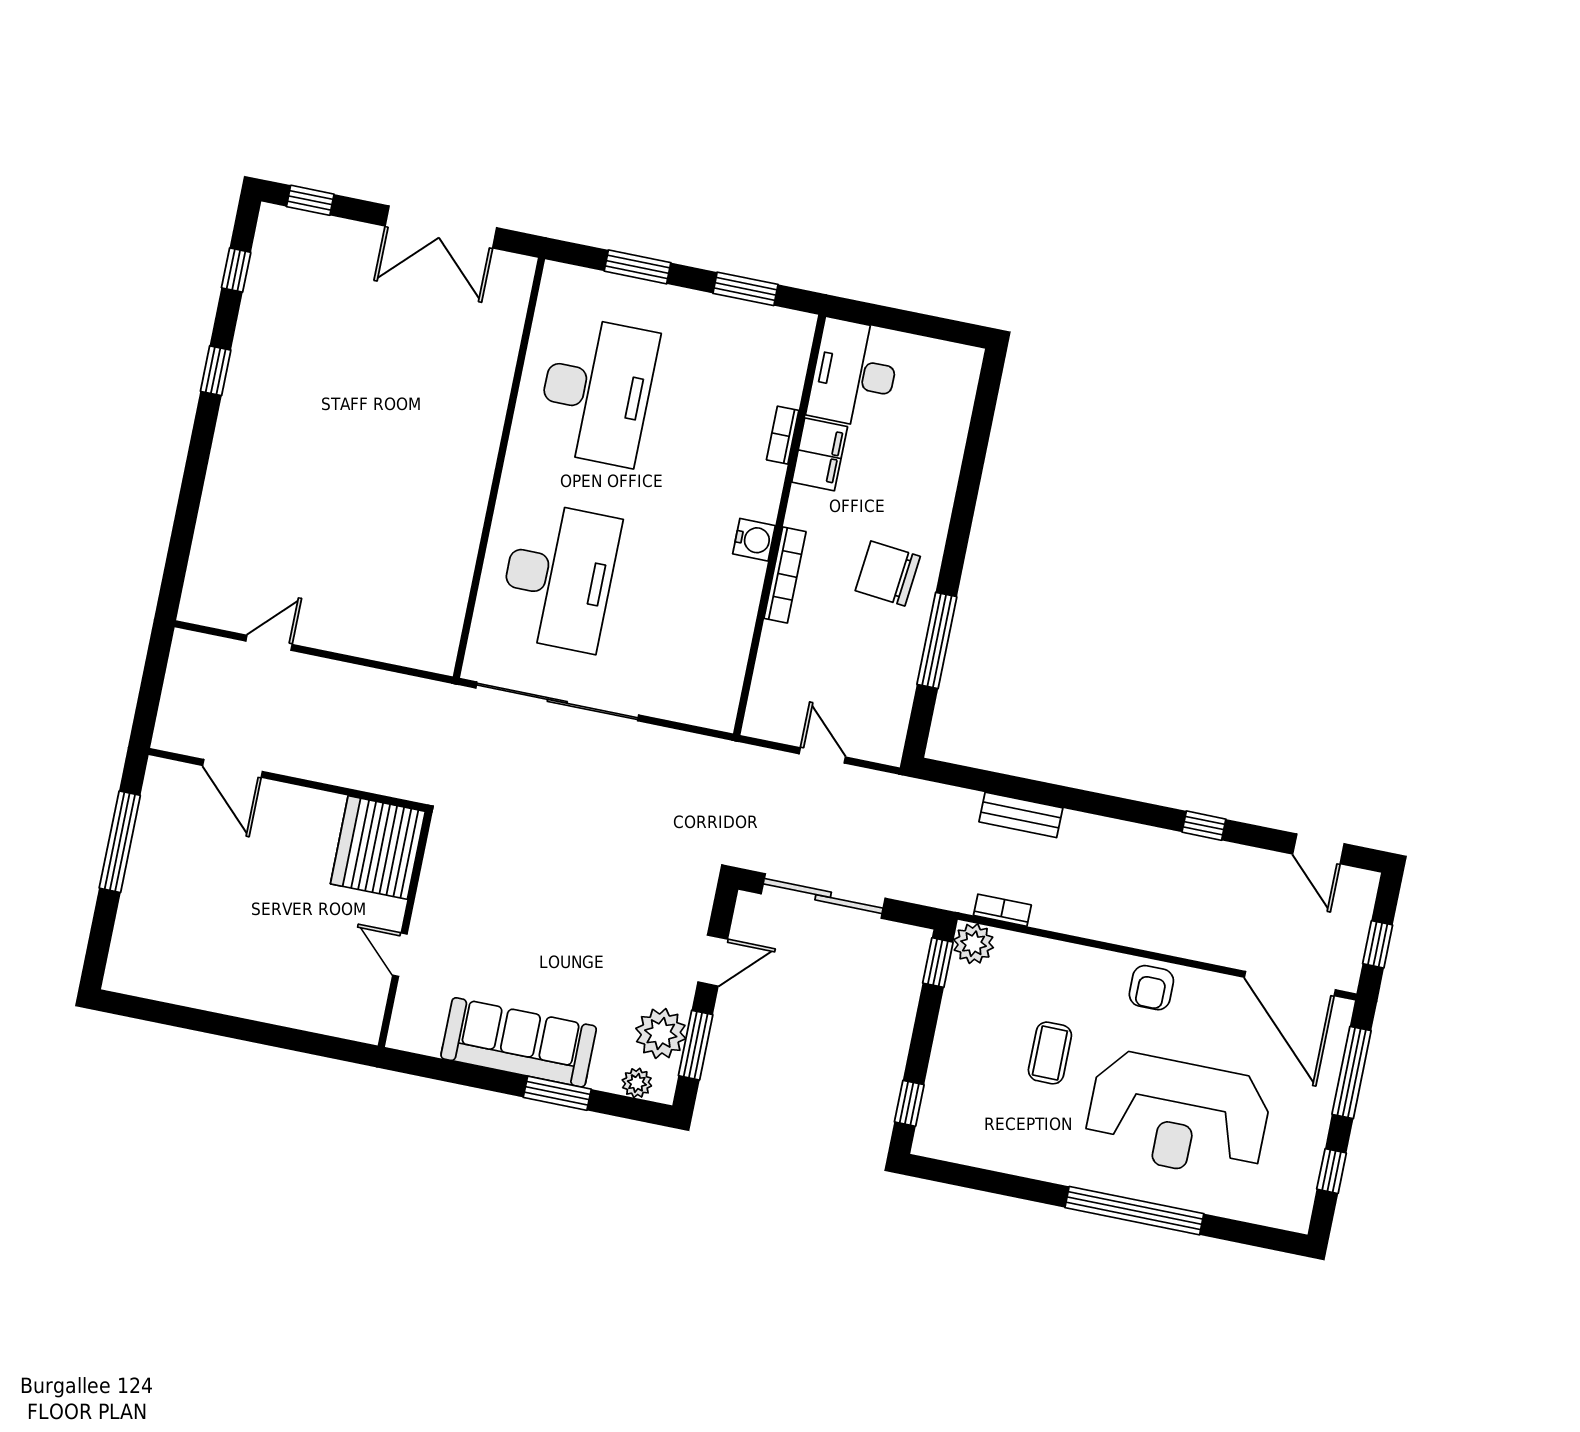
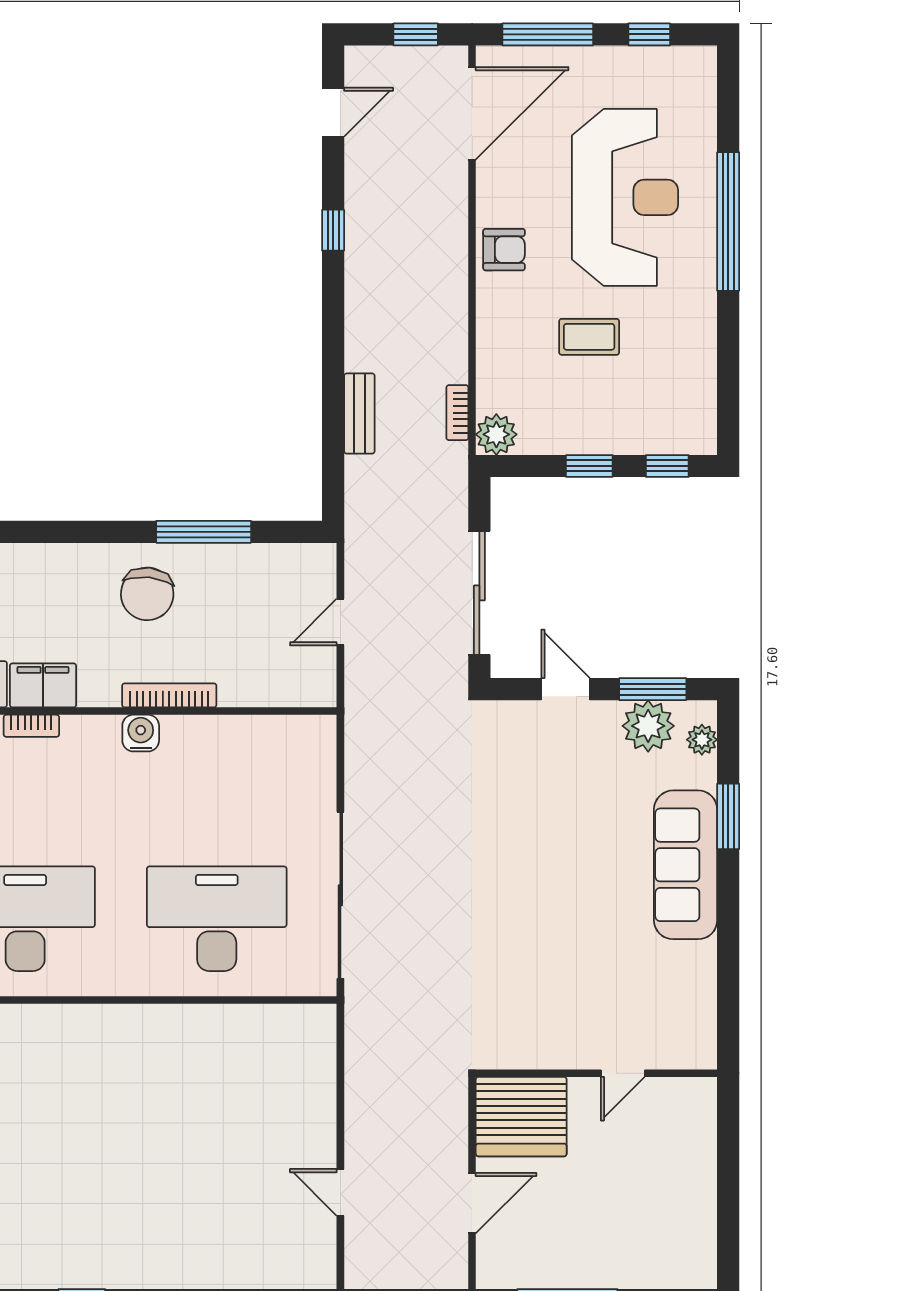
server rack: (378, 848) -> (521, 1117), moved
wall: (405, 929) -> (596, 1073), moved
door: (400, 955) -> (623, 1073), moved
window: (938, 963) -> (589, 466), moved

